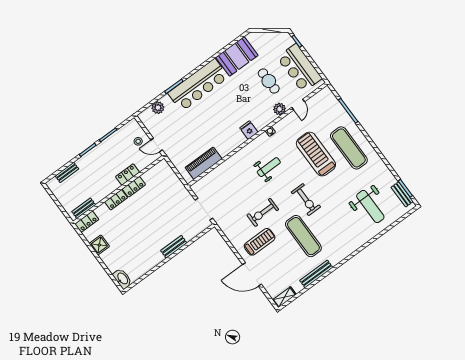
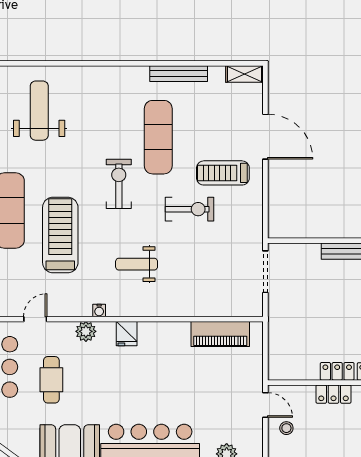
plant: (280, 109) -> (86, 331), moved
treadmill: (316, 154) -> (60, 235), turned 180

